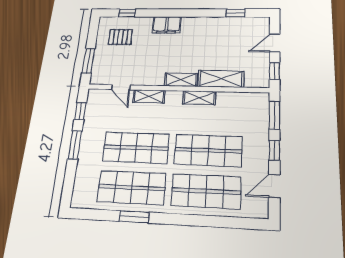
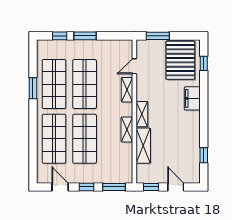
pallet: (120, 37) -> (180, 60), width x2.05, depth x2.00
window: (80, 111) -> (60, 36), moved

